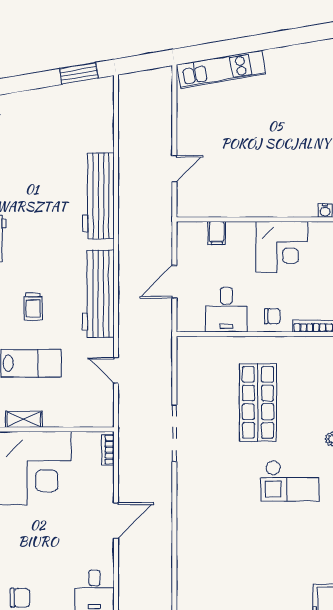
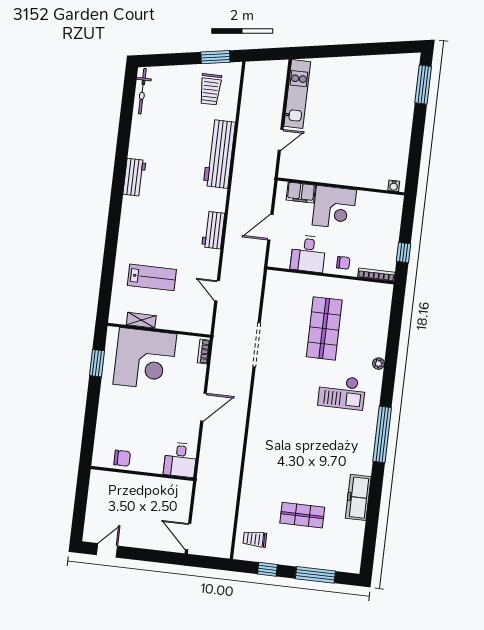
kitchen unit: (221, 69) -> (297, 94), moved, turned -80
filing cabinet: (217, 233) -> (301, 193), width x2.00
corner desk: (282, 247) -> (334, 207), moved
workbench: (98, 294) -> (213, 230), width x0.53, depth x0.76
trolley: (33, 306) -> (210, 89), moved, width x1.36, depth x1.39

